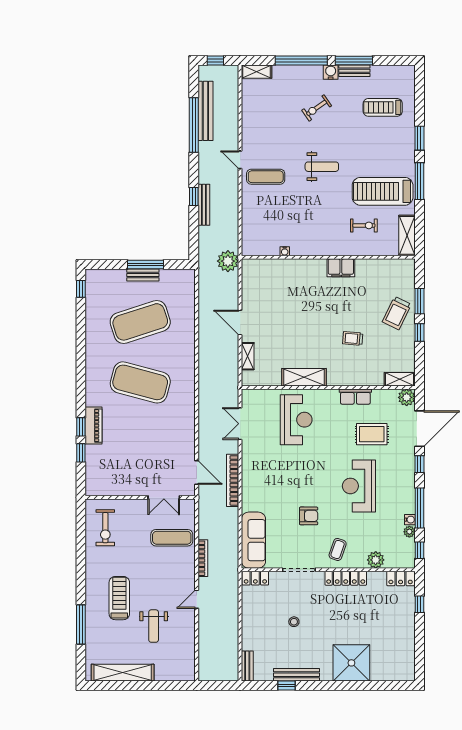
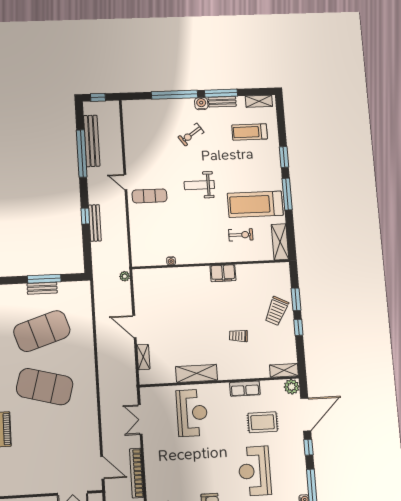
shelving: (257, 72) -> (259, 101), moved
weight bench: (322, 167) -> (199, 185), turned 180
plant: (228, 261) -> (125, 276), width x0.53, depth x0.53

